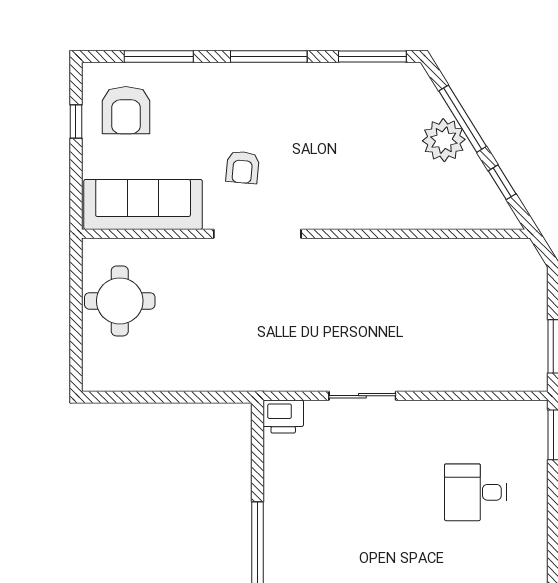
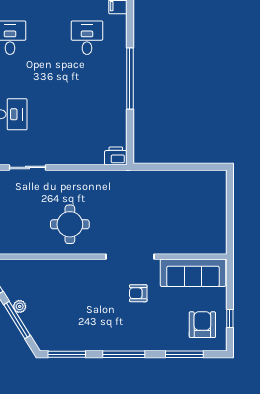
plant: (444, 140) -> (20, 306), width x0.53, depth x0.53
armchair: (243, 167) -> (138, 293), turned -95
round table: (120, 301) -> (70, 224), moved
sliding door: (362, 396) -> (27, 167), moved

